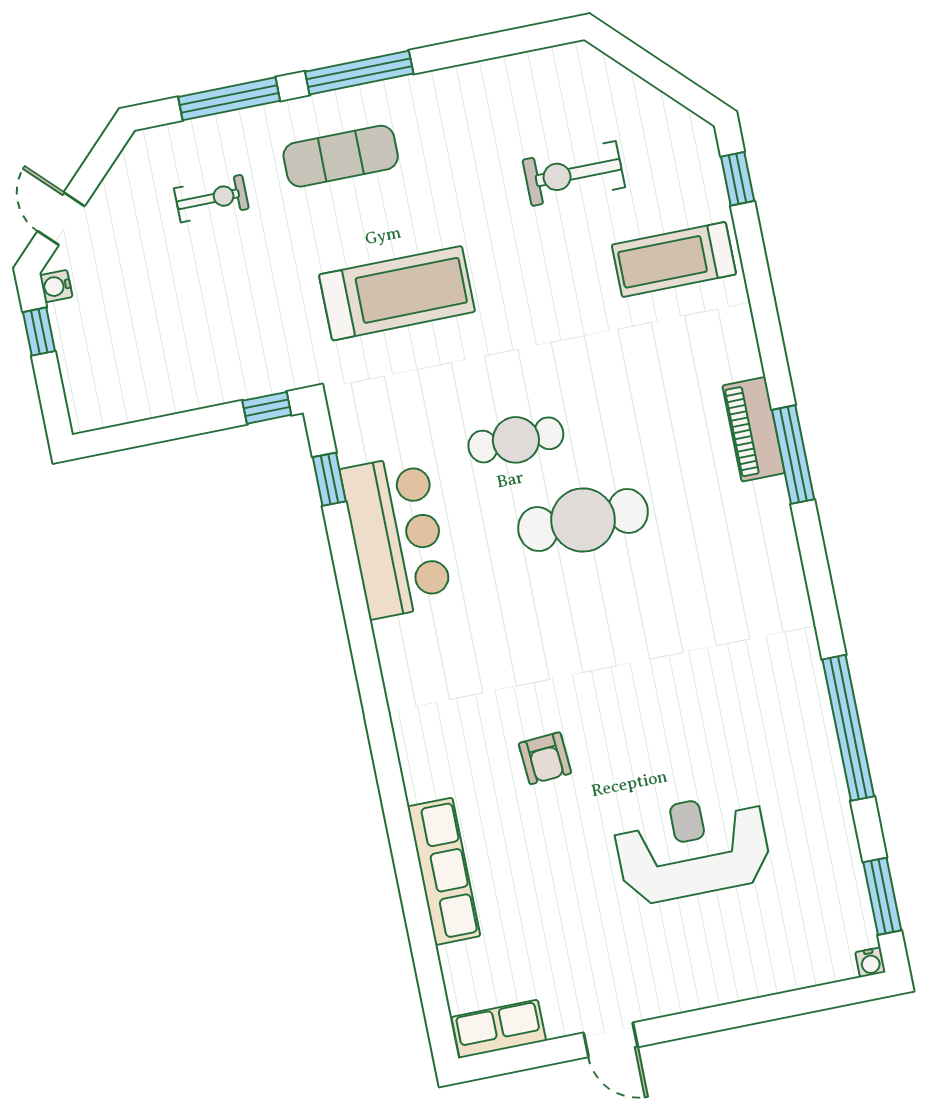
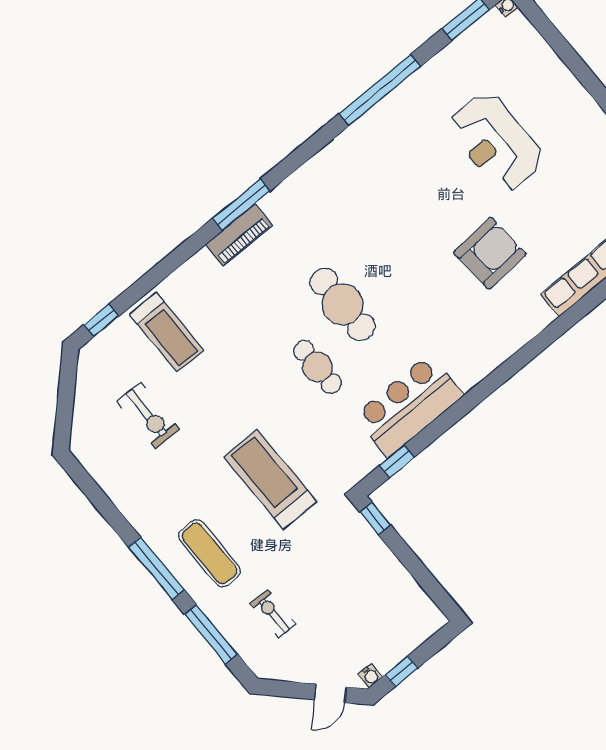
armchair: (545, 758) -> (490, 253), width x1.88, depth x1.88

